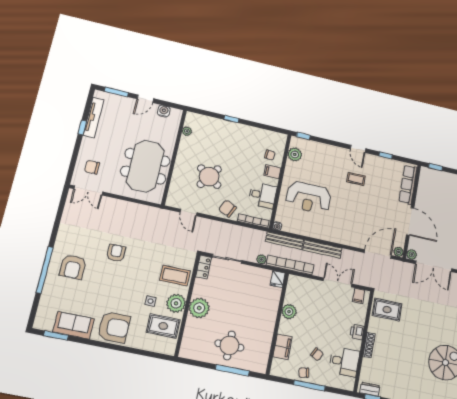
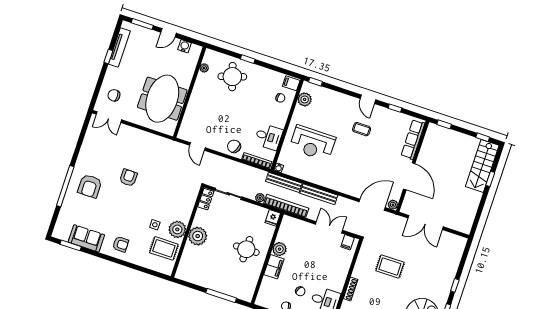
filing cabinet: (272, 172) -> (291, 83), moved
round table: (209, 177) -> (232, 77), moved, turned 38
plant: (412, 254) -> (406, 209), removed
coffee table: (175, 276) -> (179, 204), removed
rug: (387, 310) -> (390, 267), moved
armchair: (114, 327) -> (121, 244), width x0.53, depth x0.53
printer: (357, 332) -> (341, 276), removed
round table: (229, 345) -> (246, 249), moved
filing cabinet: (283, 347) -> (274, 267), moved

